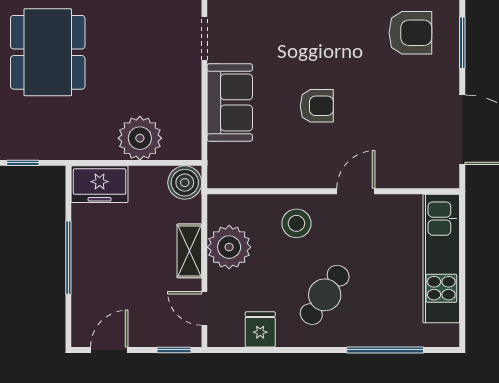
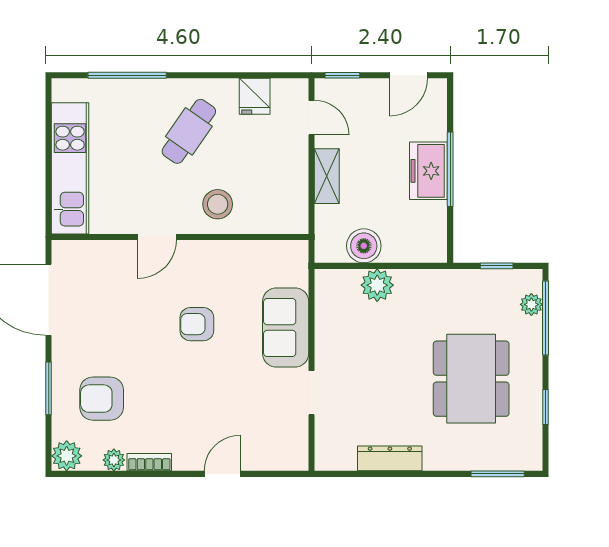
plant: (140, 138) -> (377, 285), width x0.73, depth x0.73
boiler: (185, 183) -> (364, 246), moved
freezer: (100, 184) -> (428, 171), moved, turned -90
plant: (229, 247) -> (286, 180), removed

